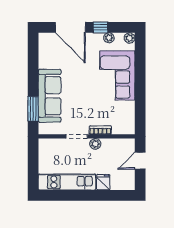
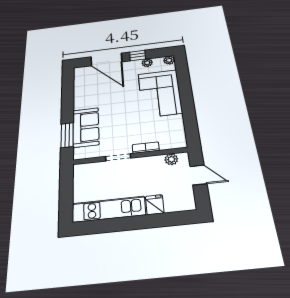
sofa: (50, 96) -> (86, 127), width x0.73
plant: (95, 144) -> (171, 159), moved
door: (140, 161) -> (198, 175), swing flipped

